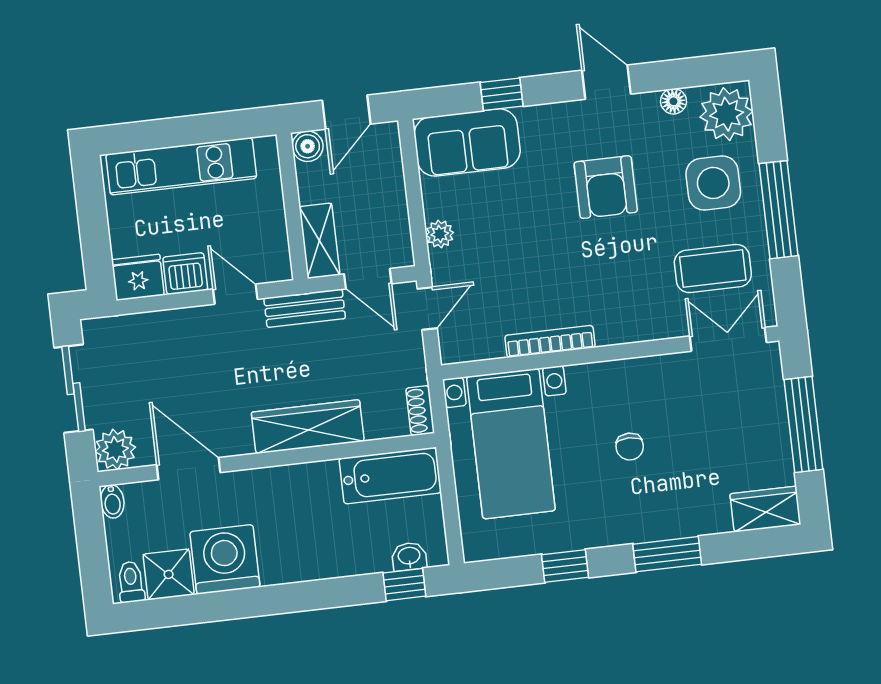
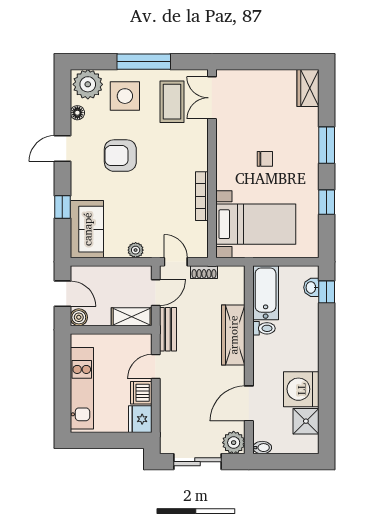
armchair: (606, 187) -> (120, 156), turned 180
shoe rack: (420, 411) -> (204, 272), moved
window: (803, 424) -> (264, 62), removed
toilet: (131, 582) -> (264, 328), moved, turned 180

